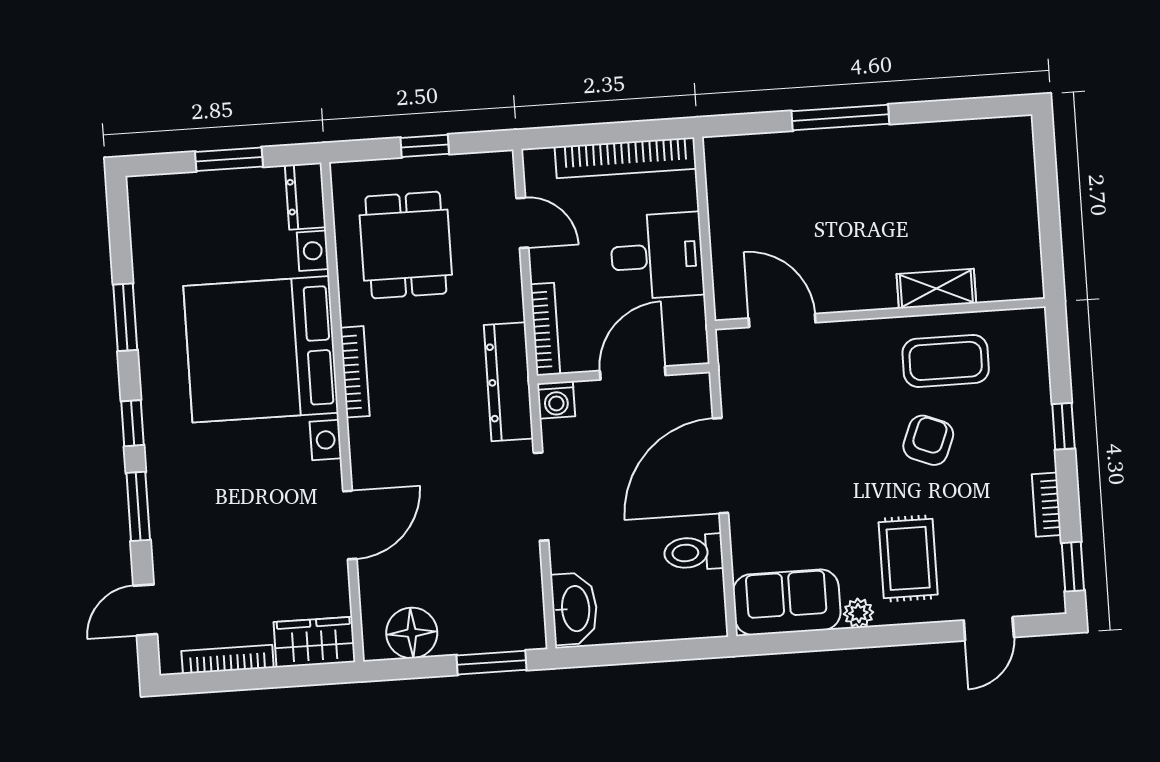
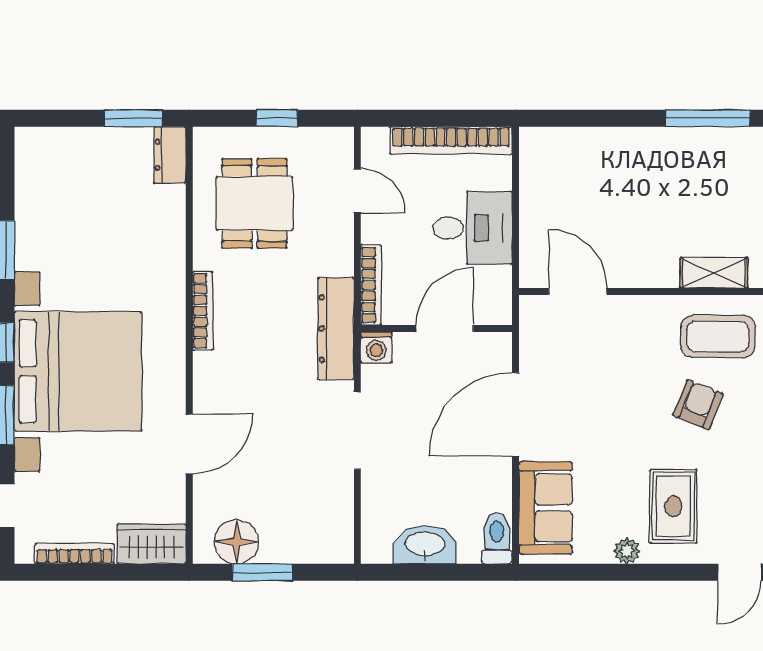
window: (840, 118) -> (708, 118), moved
window: (229, 159) -> (133, 118), moved
bed with nightstands: (261, 349) -> (78, 371), moved, turned 180
toilet: (693, 552) -> (497, 539), moved, turned 90
sofa: (787, 602) -> (546, 508), moved, turned 90
washbasin: (574, 609) -> (425, 545), moved, turned -90
window: (492, 663) -> (262, 572), moved

